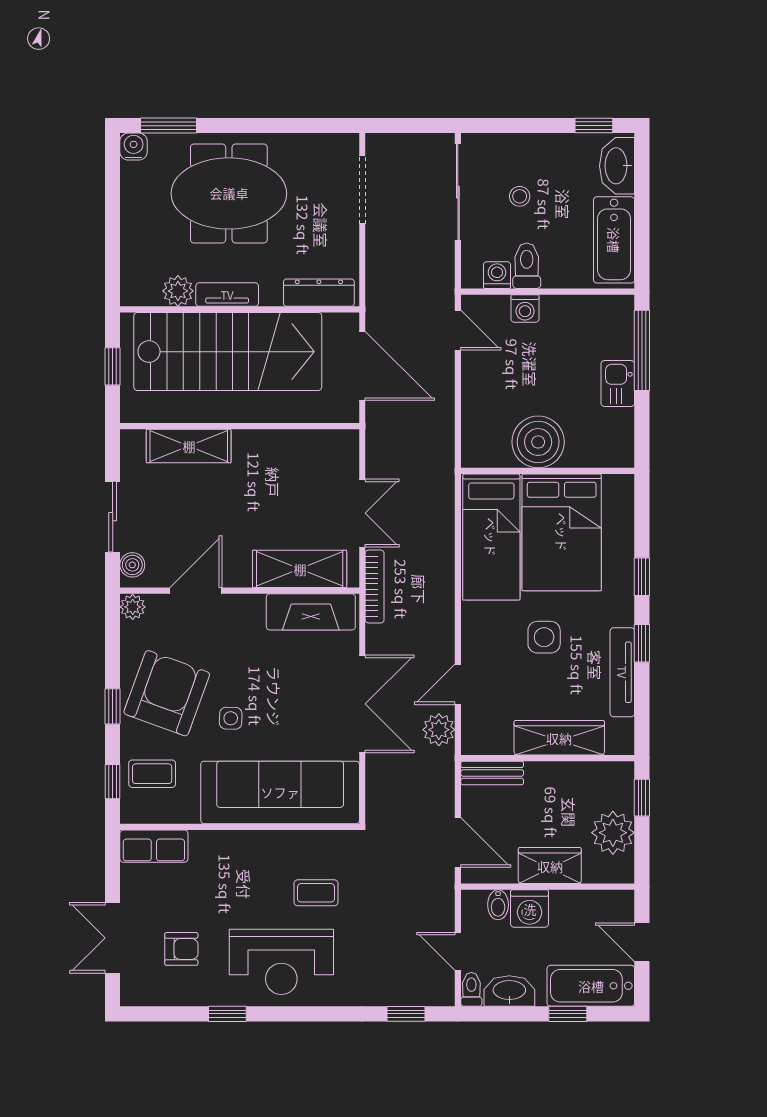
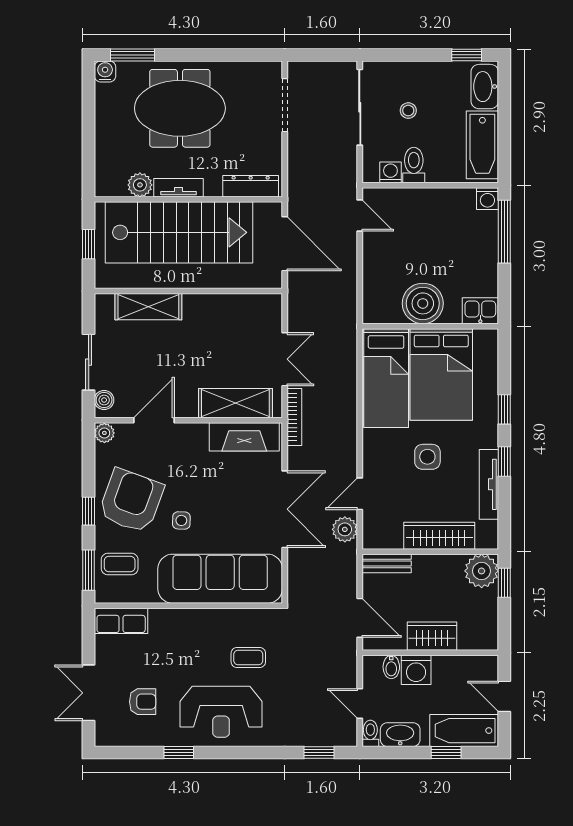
washing machine: (525, 308) -> (487, 199), moved
kitchen sink: (618, 384) -> (480, 311), moved, turned 90
window: (113, 782) -> (89, 570), width x1.50
plant: (613, 833) -> (482, 571), moved

